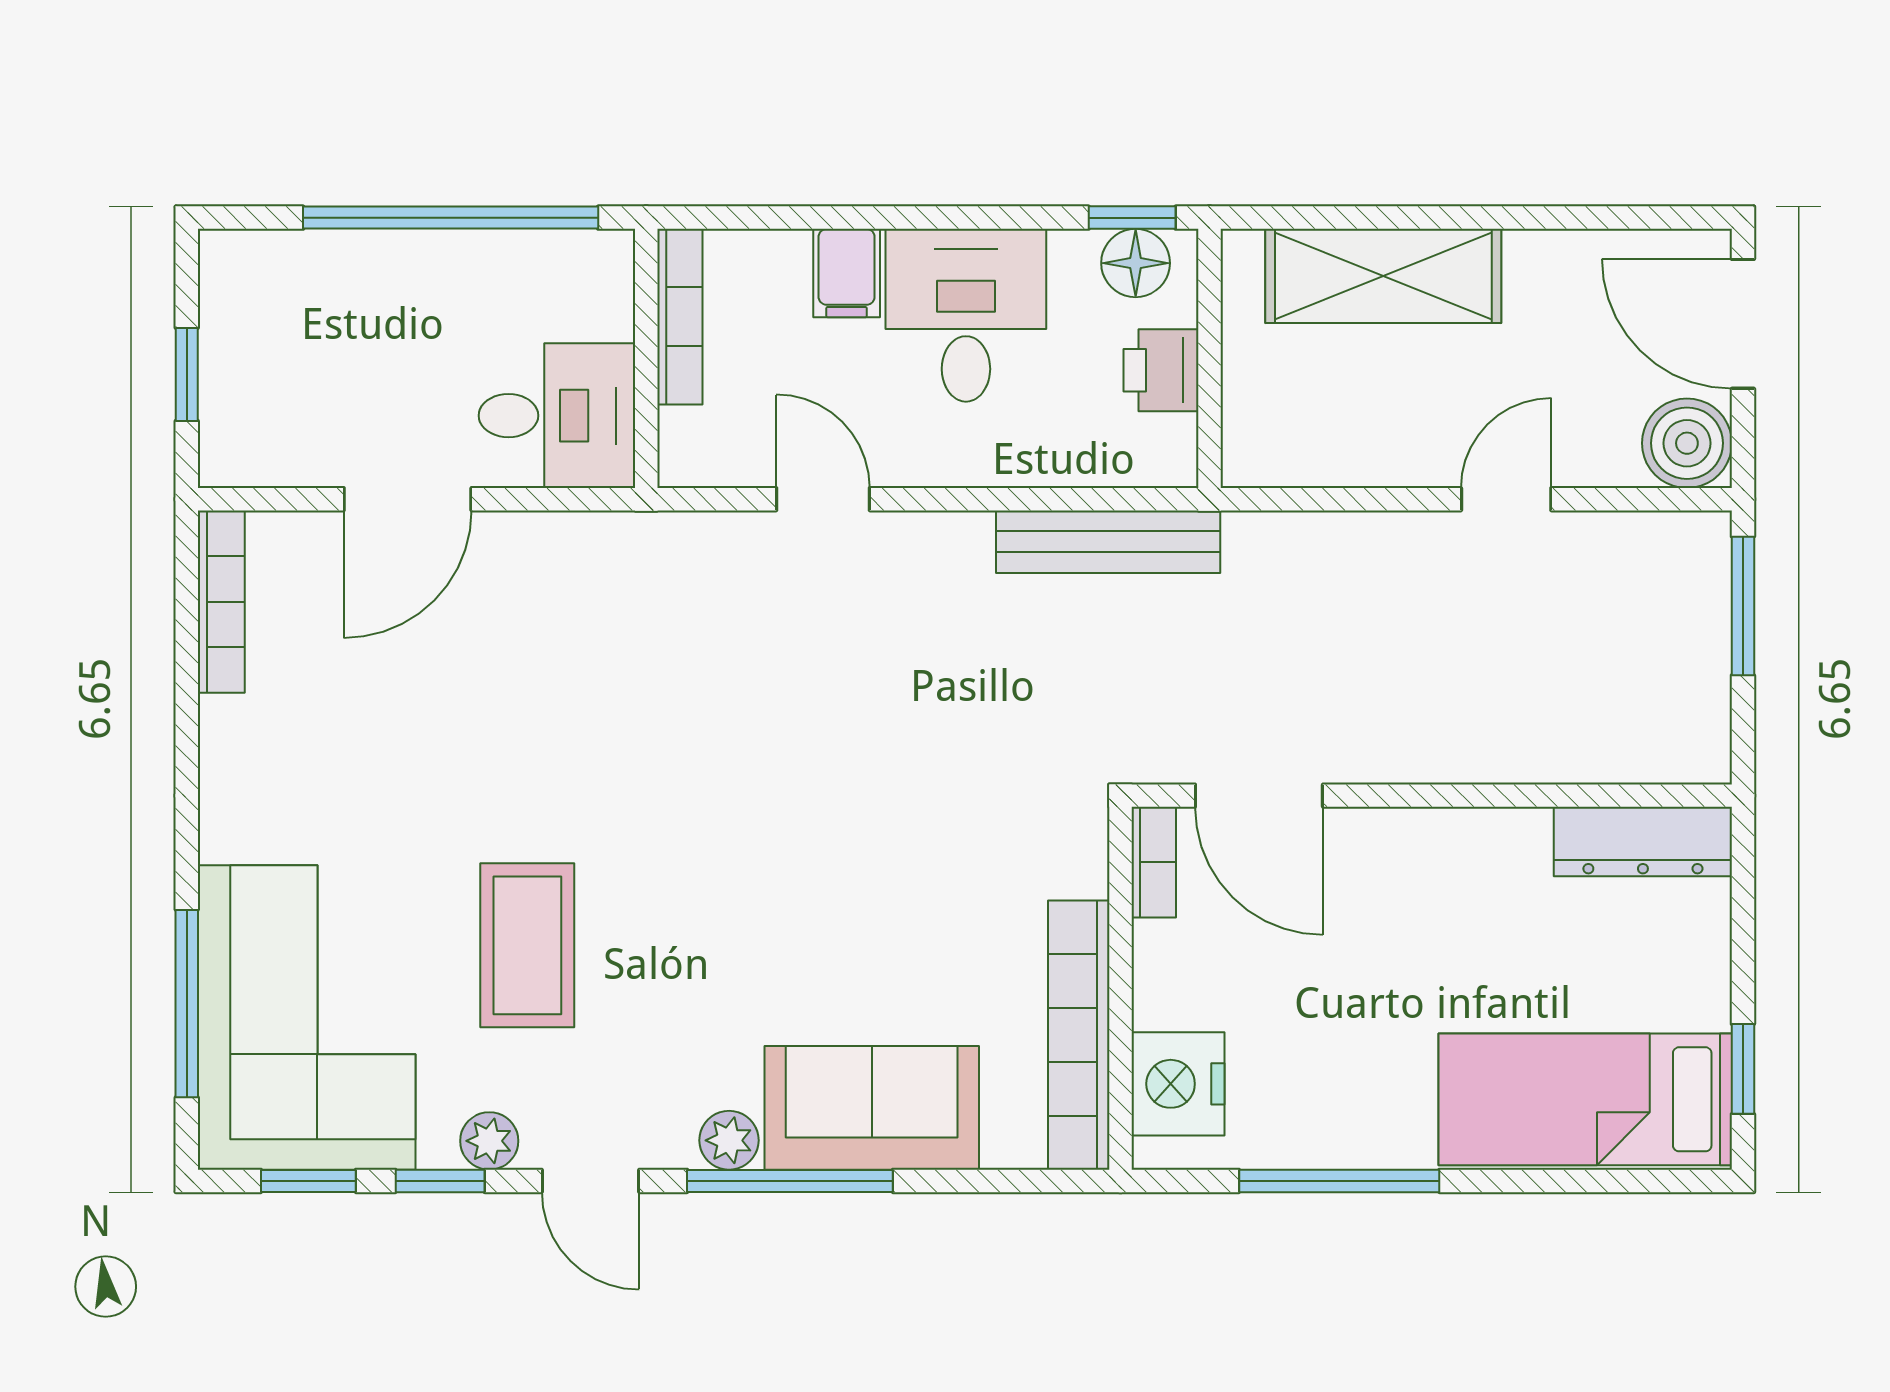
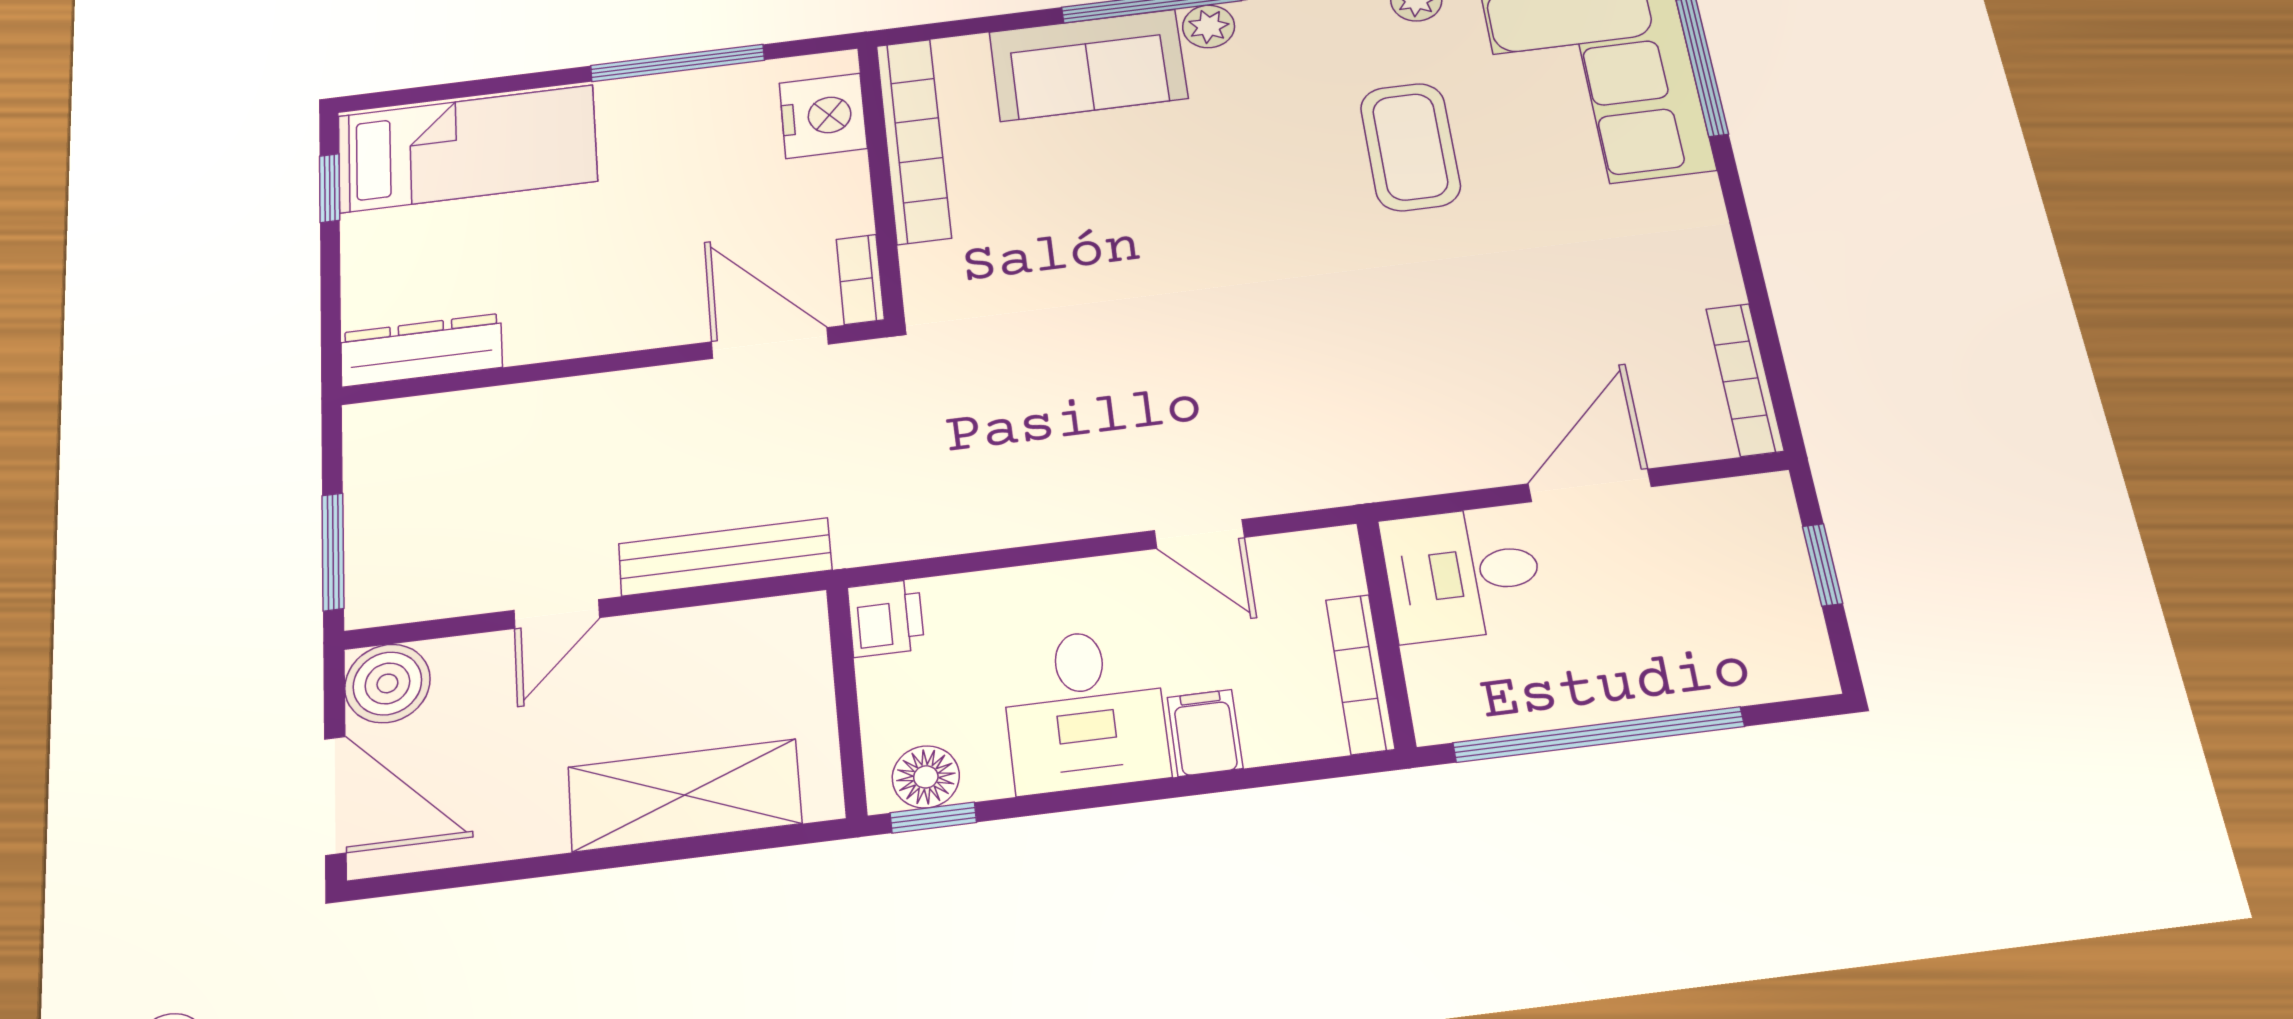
printer: (1161, 370) -> (886, 618), moved
bench: (1108, 542) -> (725, 557), moved

